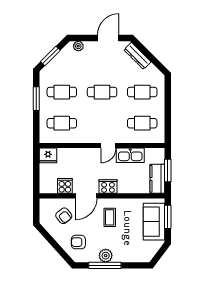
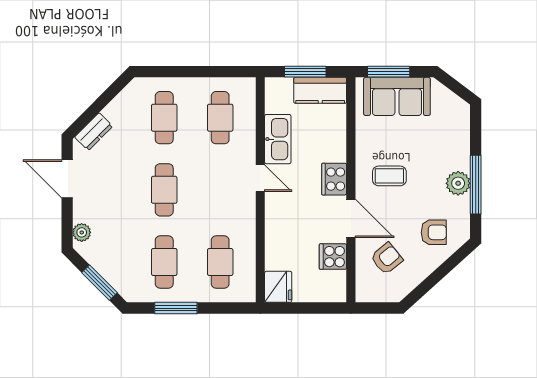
dresser: (137, 56) -> (94, 132), width x0.70
armchair: (78, 242) -> (434, 232), turned -90

